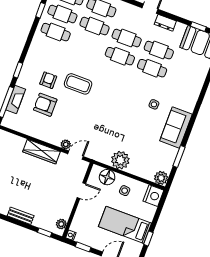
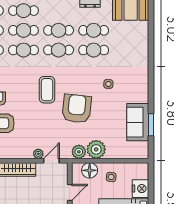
cafe table: (88, 44) -> (23, 50), added
coffee table: (78, 84) -> (47, 90), moved, turned 90
armchair: (116, 116) -> (77, 109), added
sofa: (176, 128) -> (138, 122), moved
plant: (161, 178) -> (79, 152), moved
nightstand: (153, 196) -> (140, 189), moved

